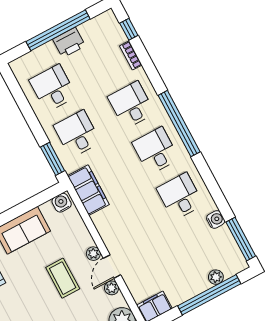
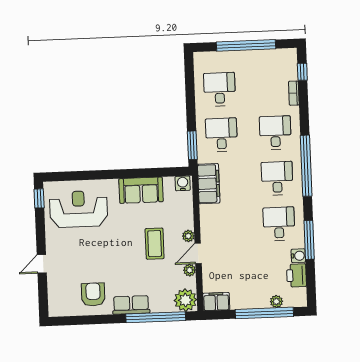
printer: (69, 42) -> (296, 275), moved, turned 90
window: (241, 239) -> (309, 240), moved

